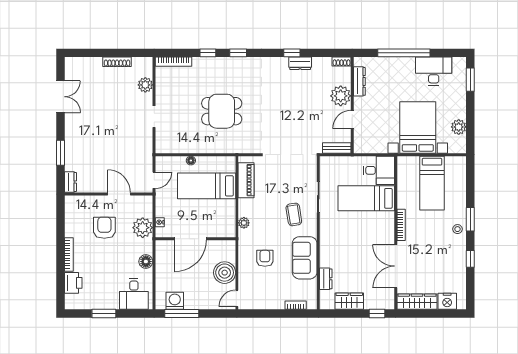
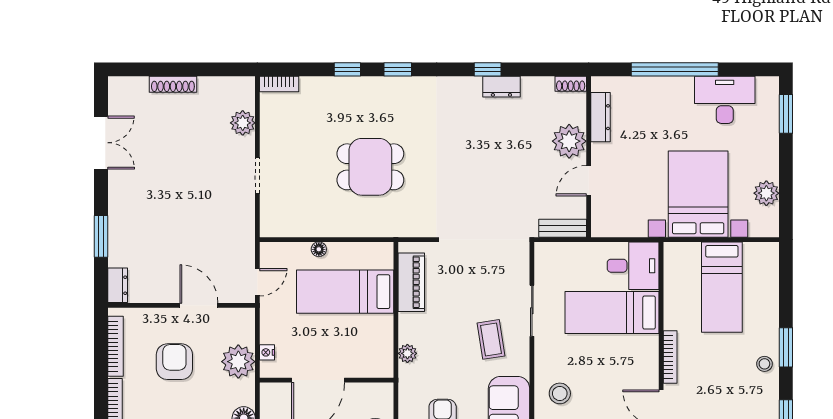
shoe rack: (117, 62) -> (173, 84), moved
bookcase: (174, 62) -> (279, 84), width x0.64
bookcase: (69, 219) -> (115, 346), added
stool: (335, 247) -> (560, 393), added

